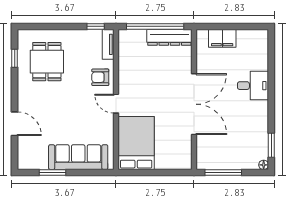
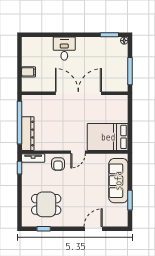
dresser: (169, 37) -> (28, 134), moved
filing cabinet: (222, 38) -> (29, 72), width x0.50

